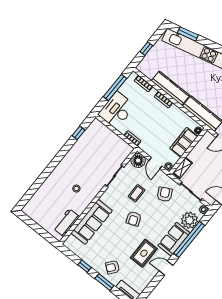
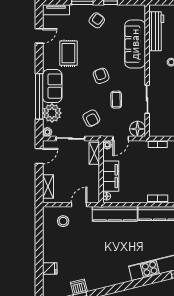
door: (155, 163) -> (121, 138), swing flipped
workbench: (66, 223) -> (156, 31), width x1.38
armchair: (112, 267) -> (97, 20), moved
door: (166, 268) -> (39, 36), moved

